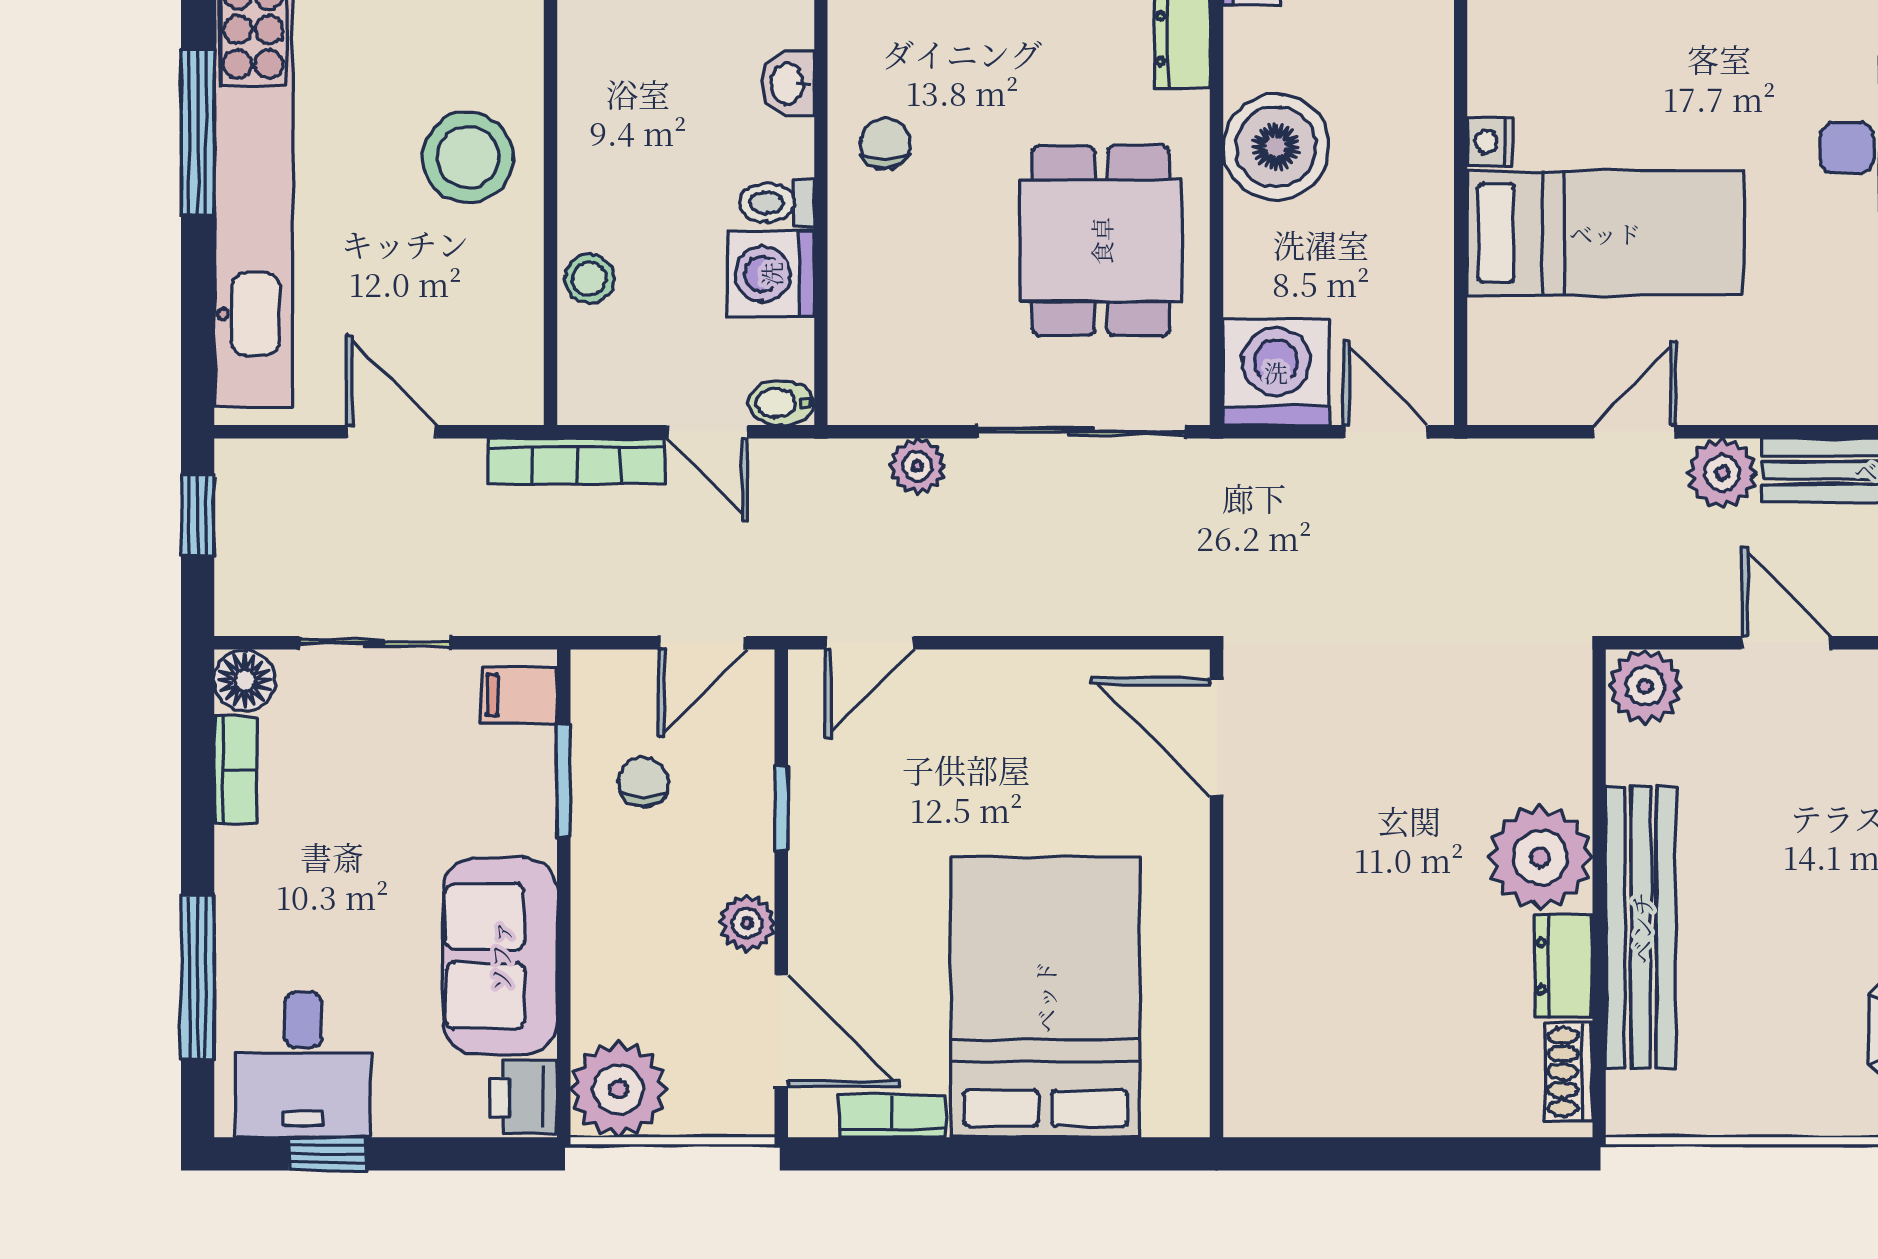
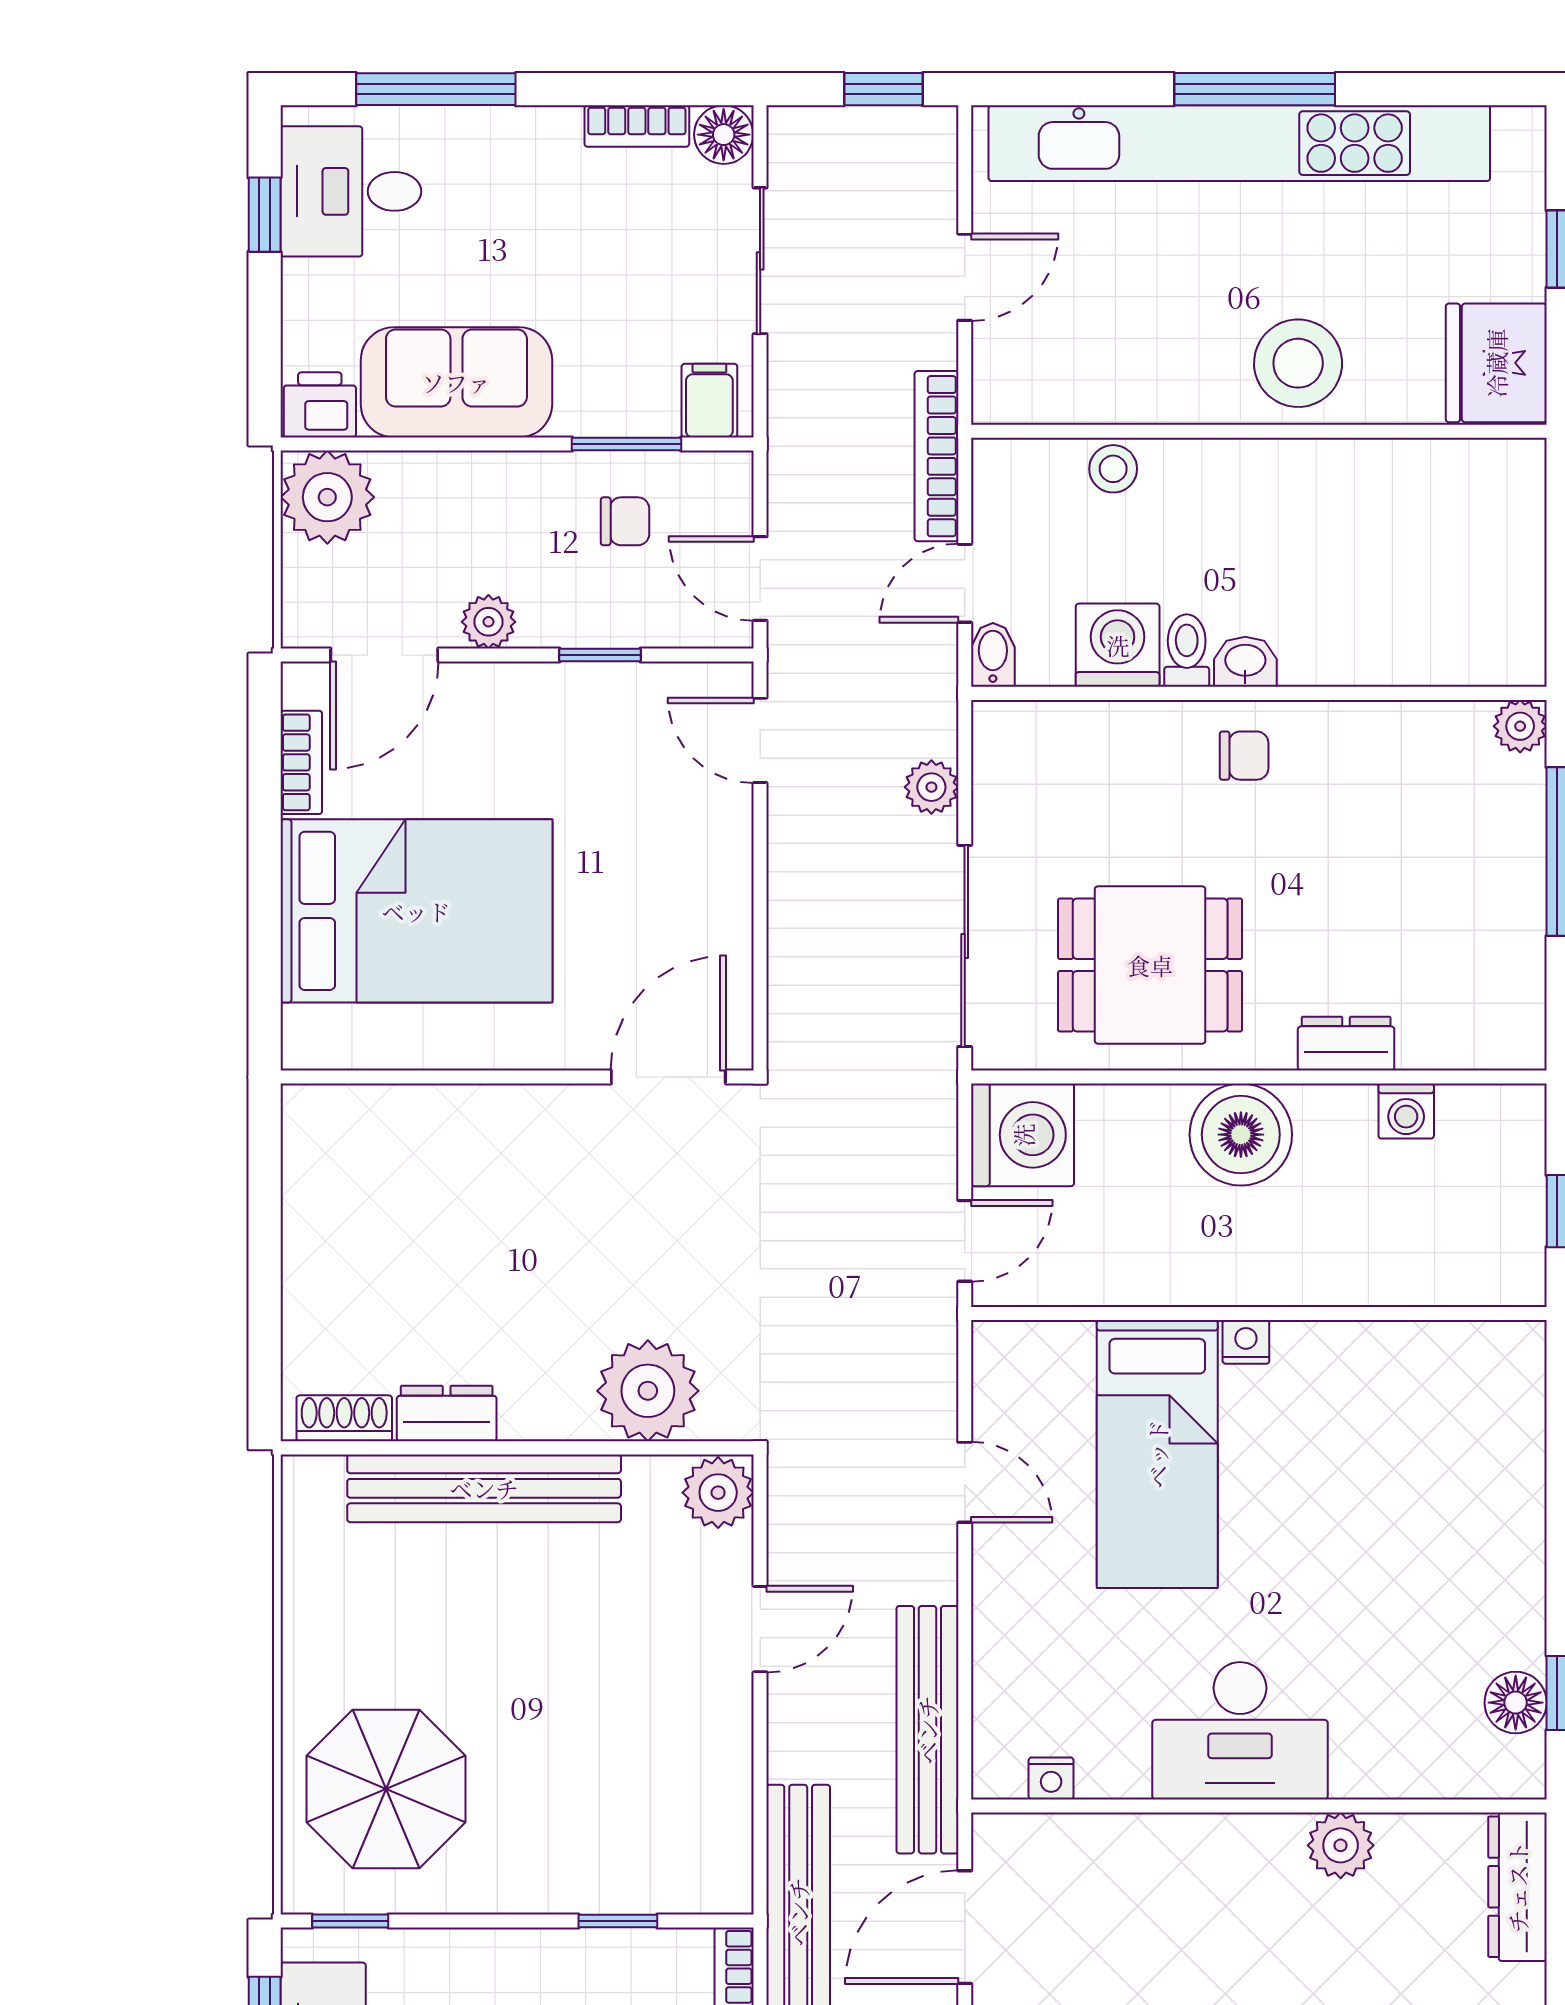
washbasin: (788, 83) -> (1245, 662), moved
stool: (468, 157) -> (1298, 363), moved
plant: (1722, 473) -> (925, 1567), removed
plant: (1540, 857) -> (648, 1391), moved

